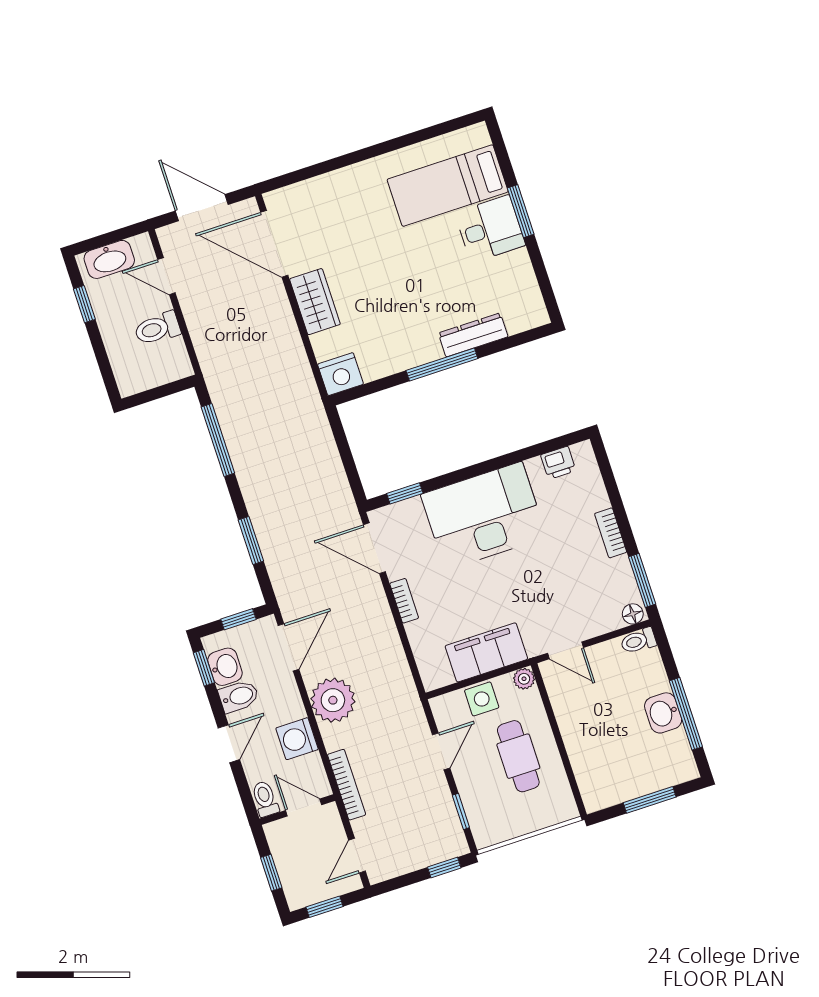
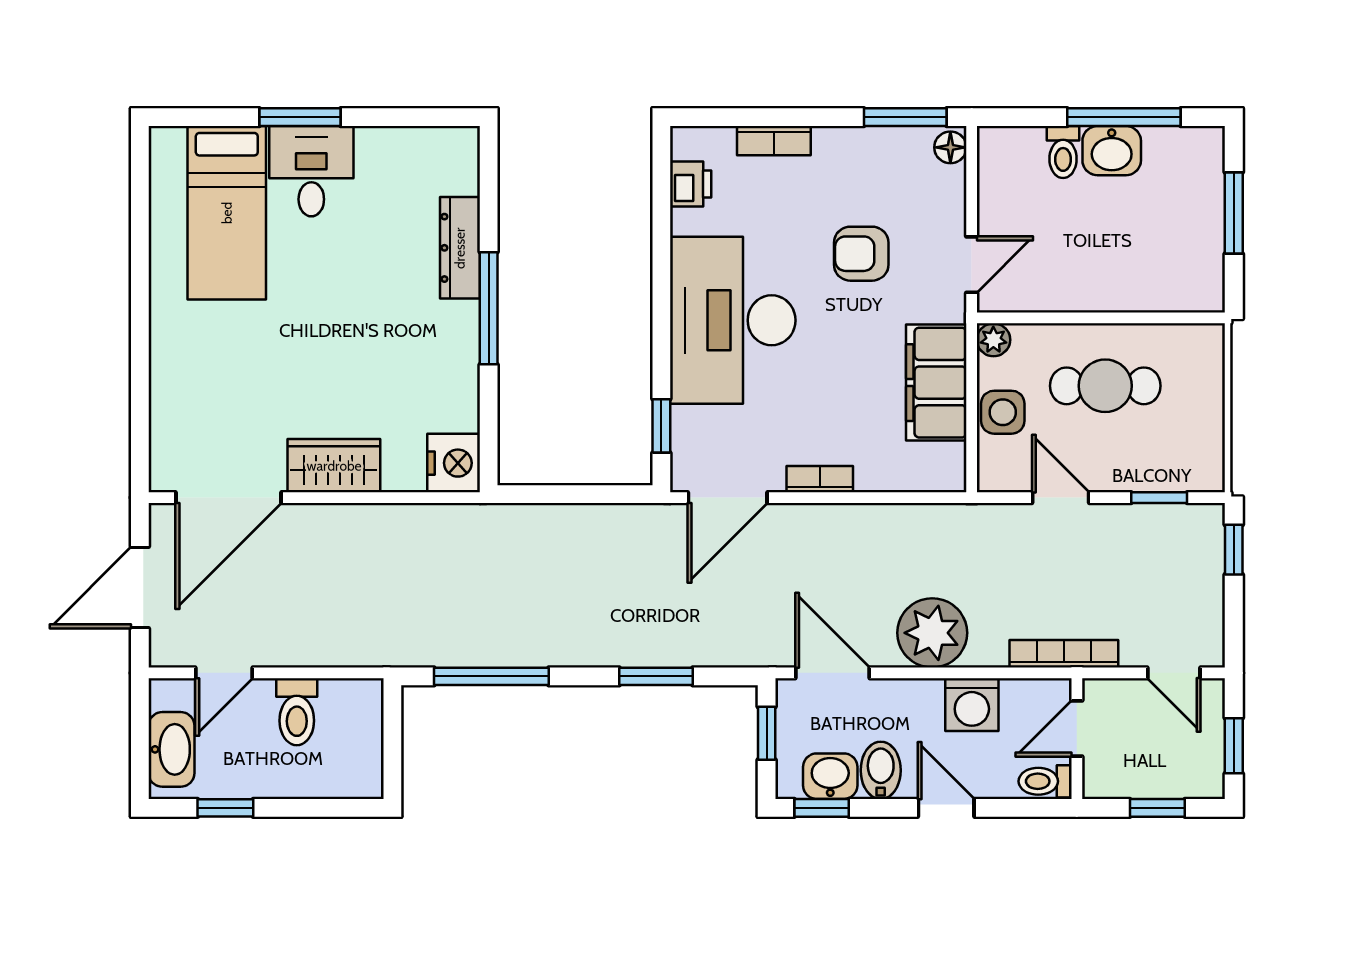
bookcase: (611, 533) -> (774, 141), moved
armchair: (550, 581) -> (861, 254), added
toilet: (638, 641) -> (1063, 152), moved

